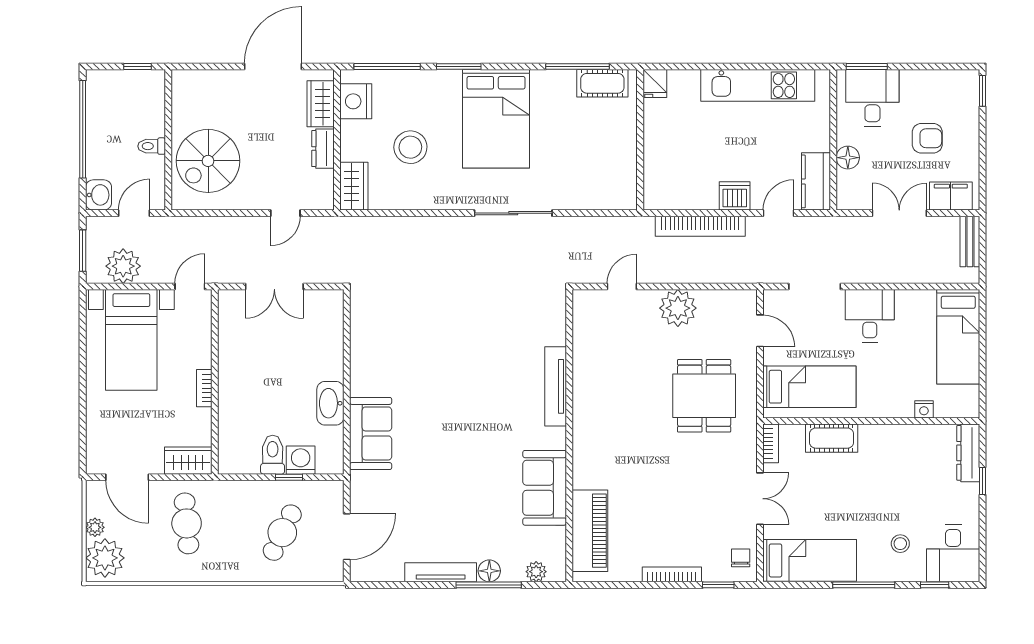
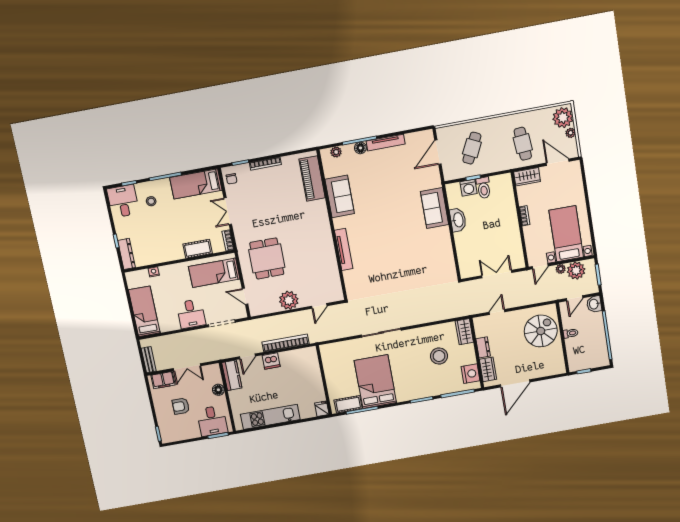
bed: (496, 119) -> (375, 382), moved
plant: (152, 274) -> (561, 269), added

